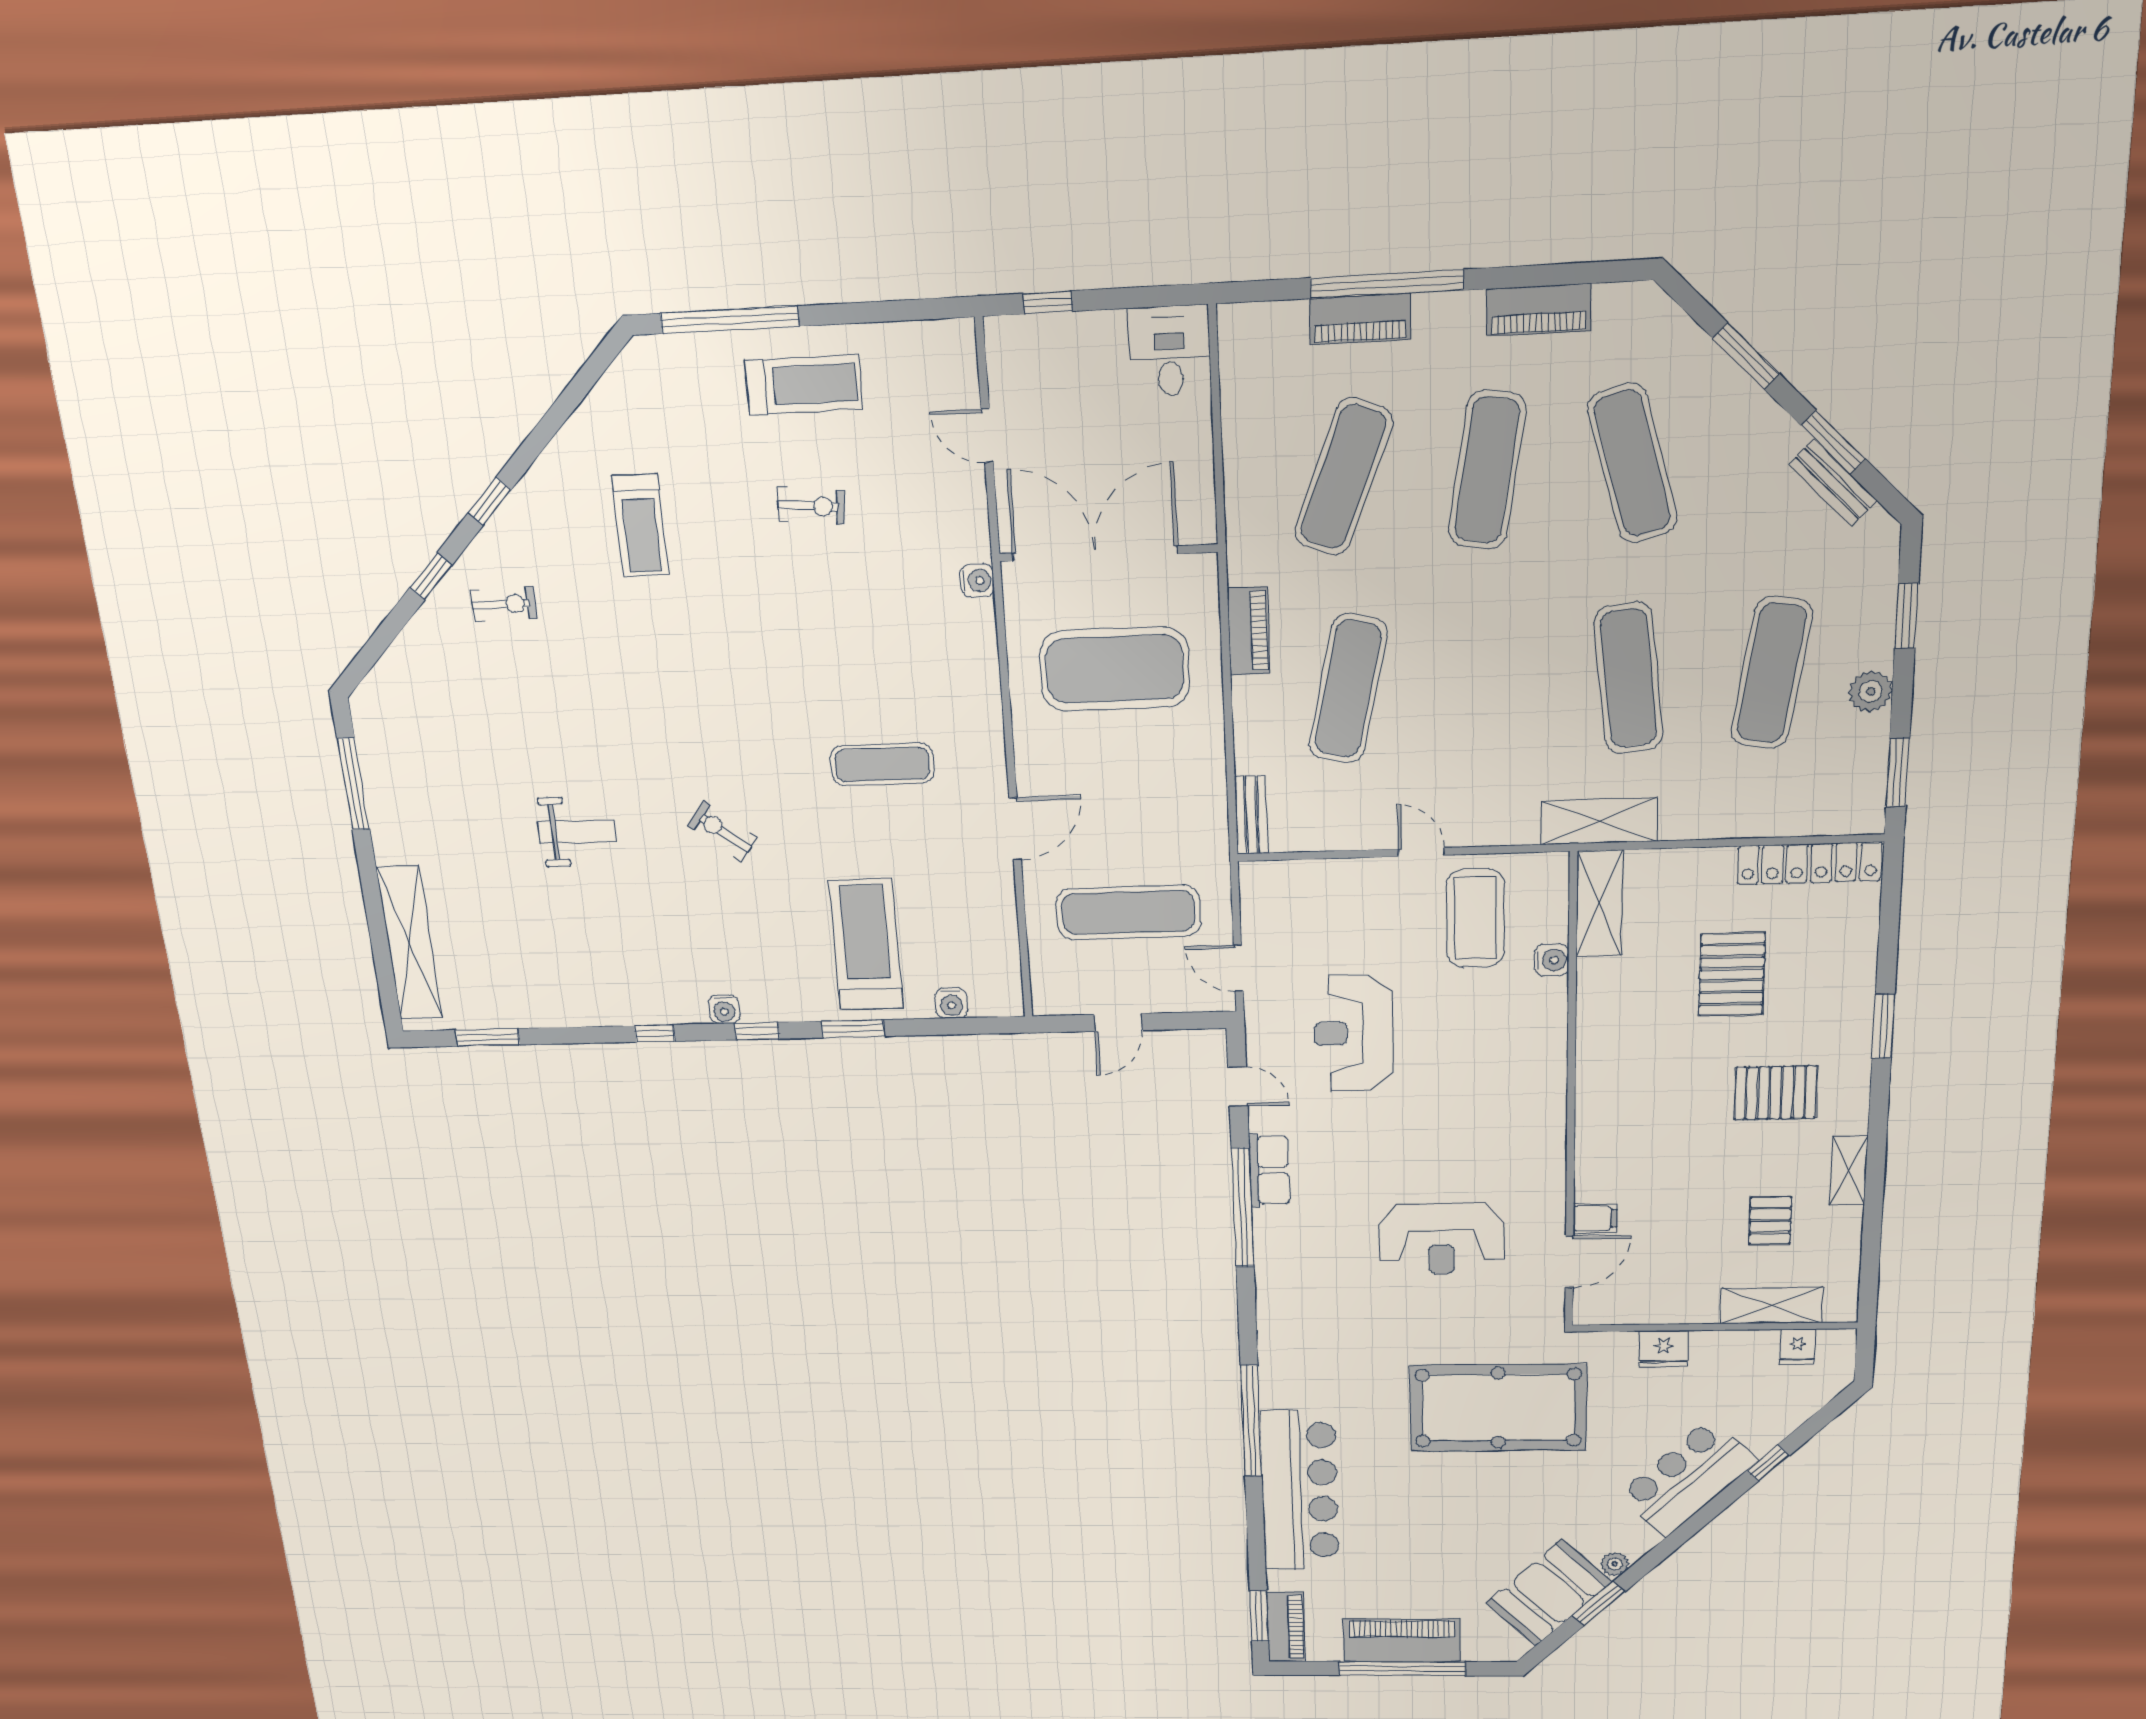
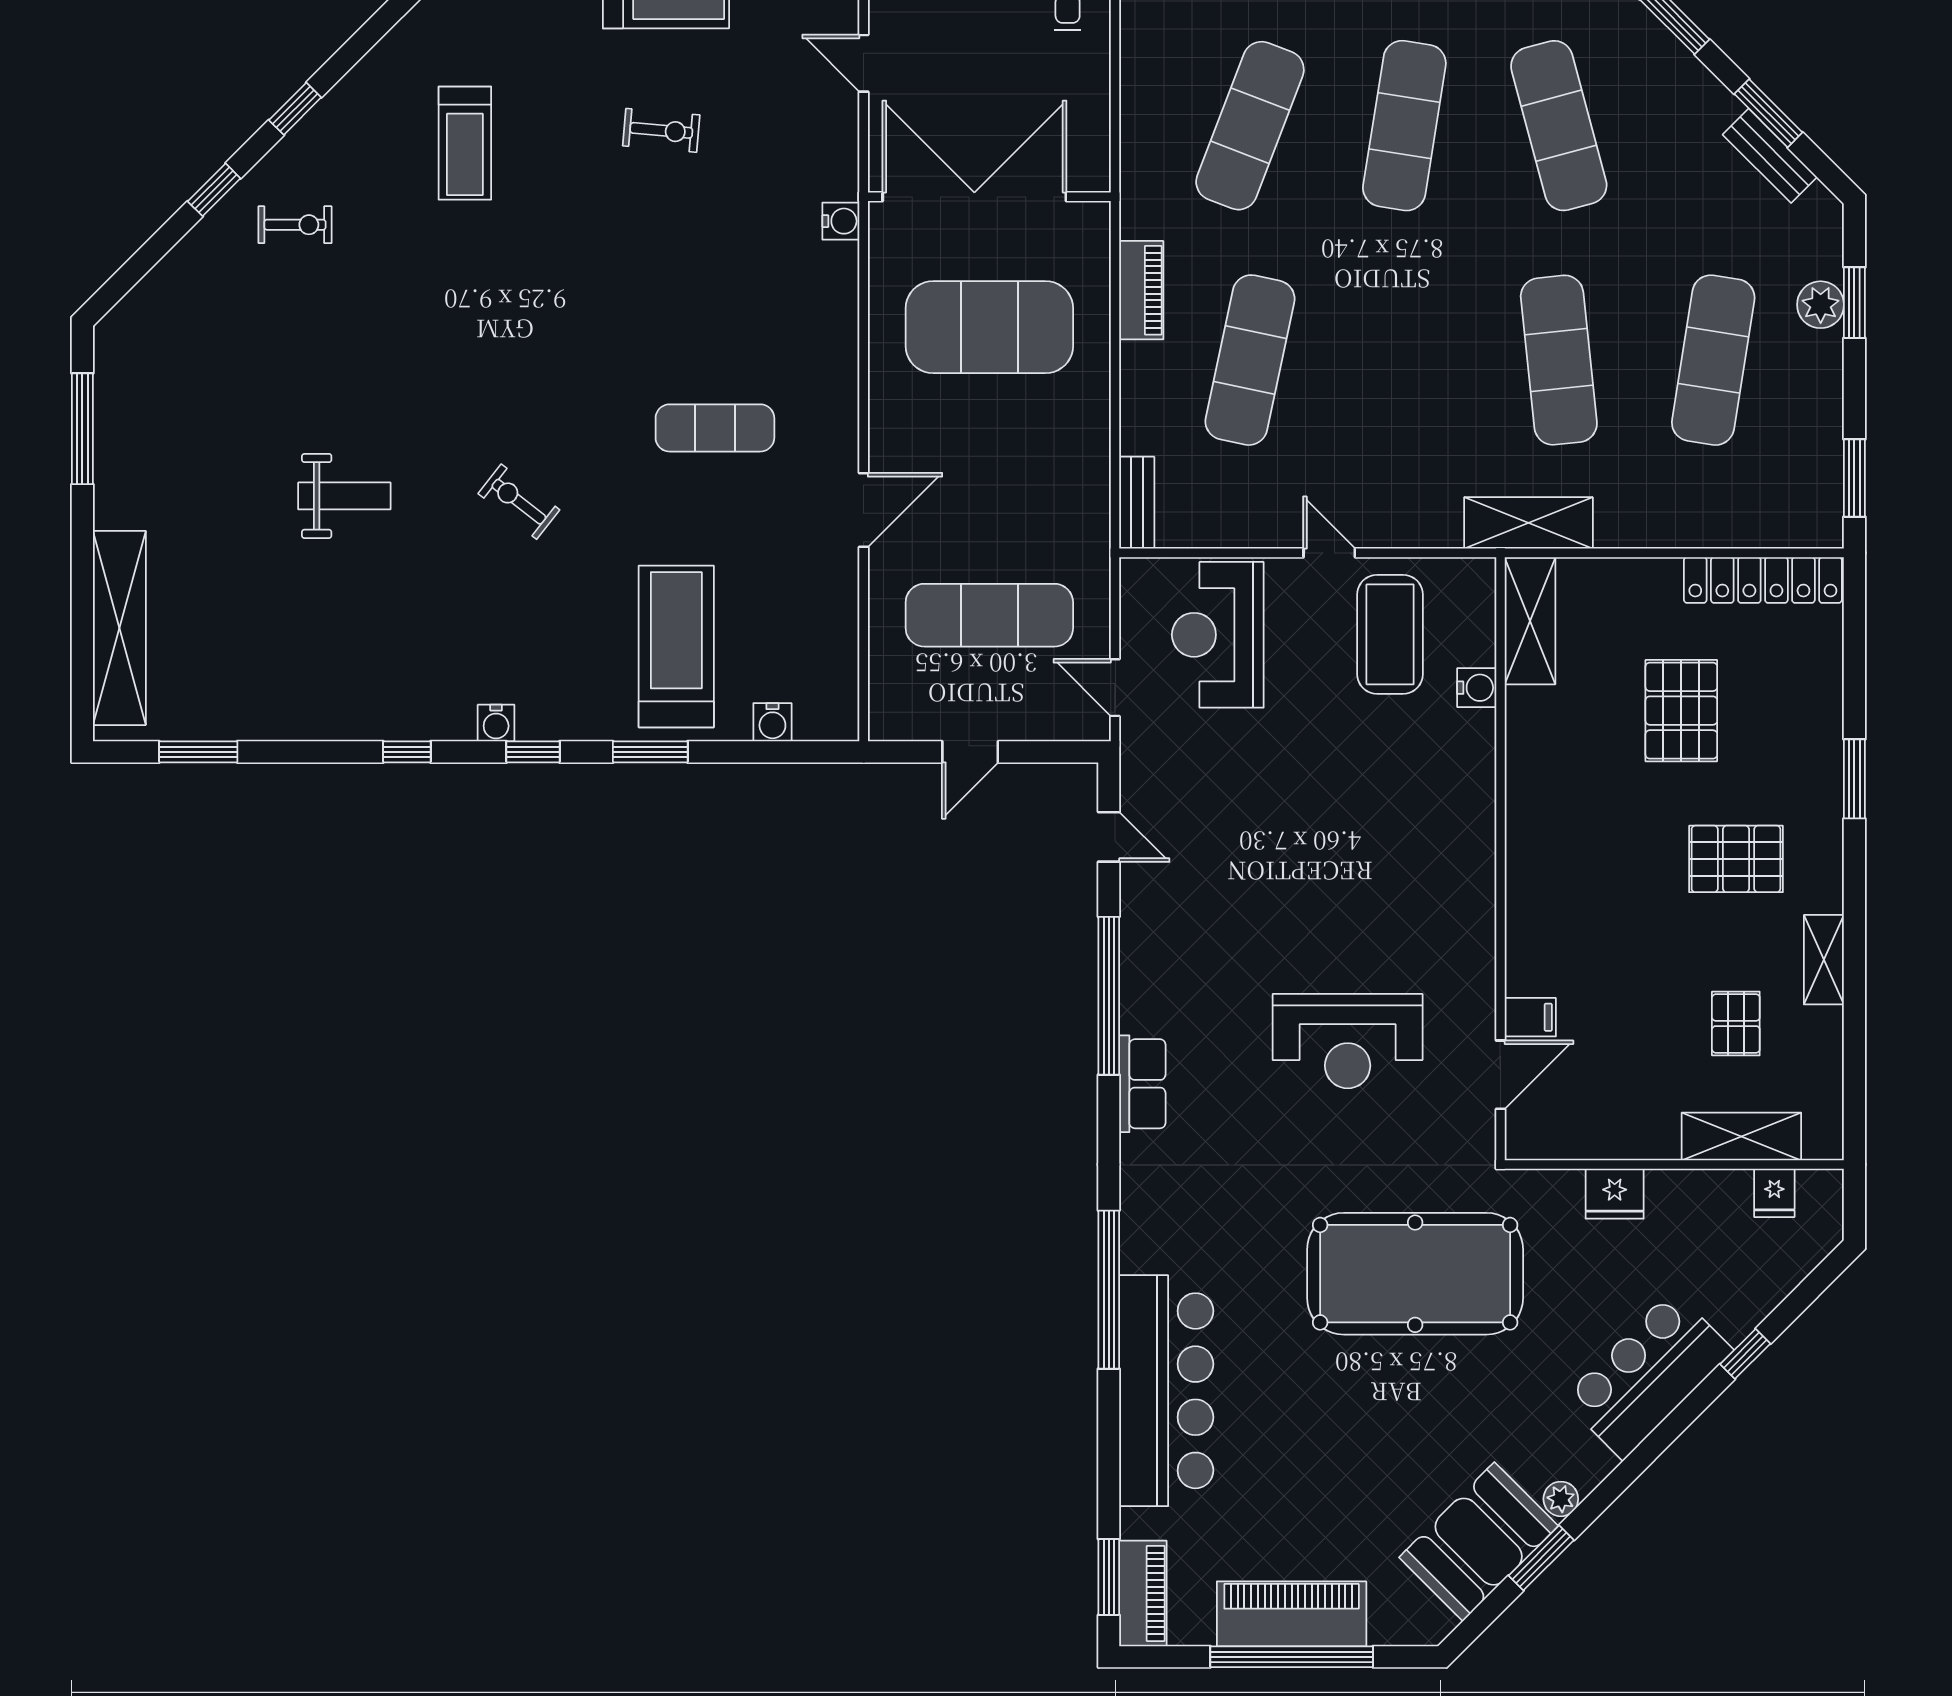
plant: (1871, 691) -> (1821, 305), moved
reception desk: (1353, 1033) -> (1218, 635), moved
row of seats: (1269, 1170) -> (1142, 1084), moved

